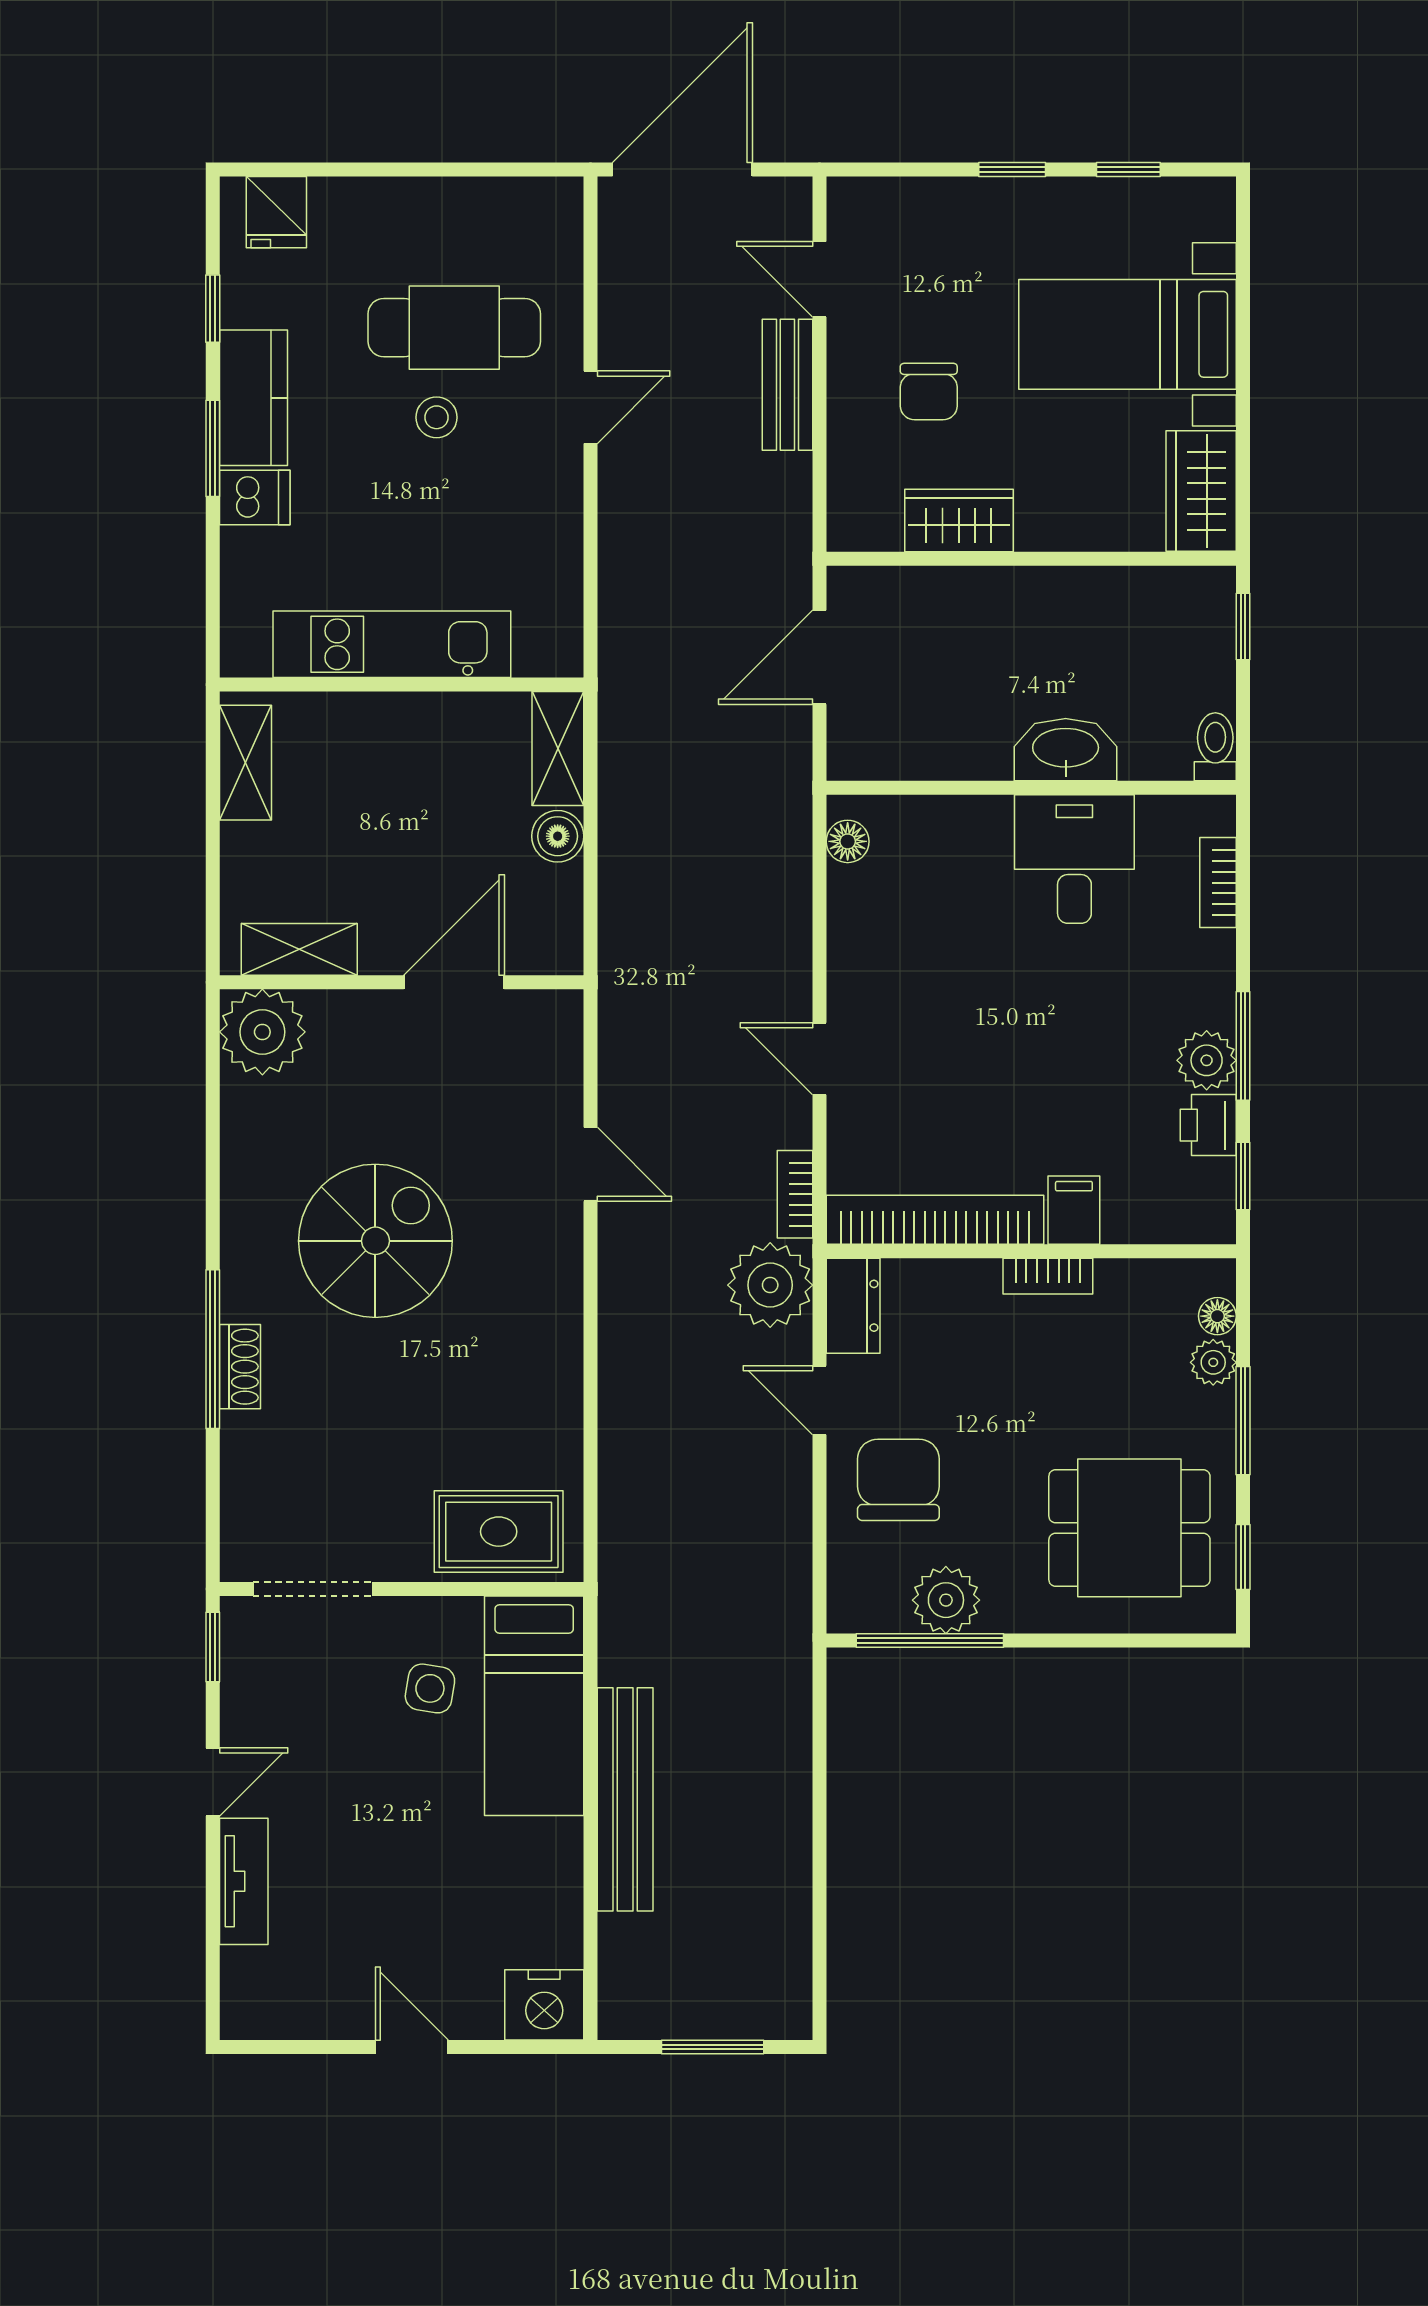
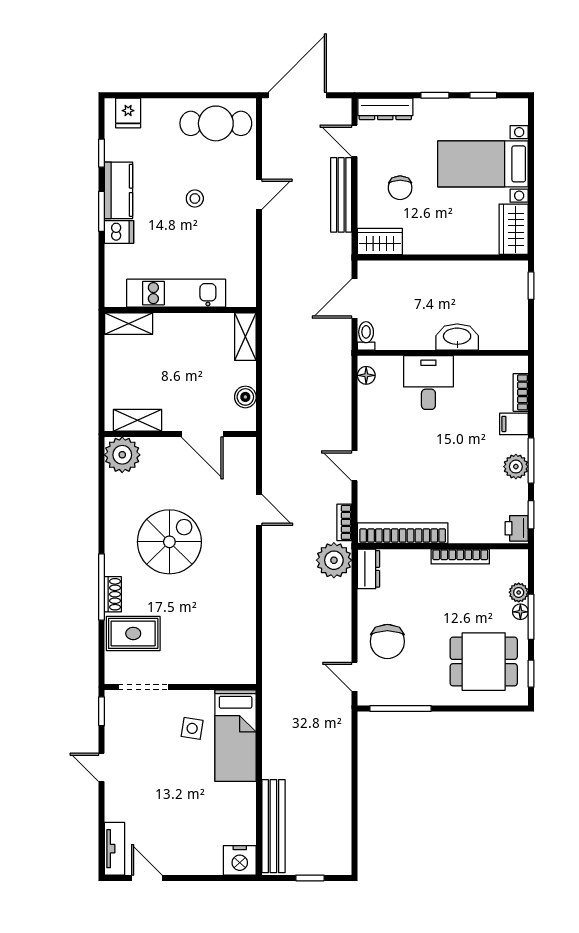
dresser: (893, 202) -> (385, 109), added
cafe table: (454, 328) -> (216, 123), moved
bench: (787, 385) -> (341, 195), width x1.36
wardrobe: (959, 520) -> (380, 241), moved
toilet: (1215, 747) -> (366, 336), moved
shelving: (245, 763) -> (129, 324), moved, turned 90
boiler: (558, 836) -> (245, 397), moved
desk: (1074, 859) -> (428, 383), moved
door: (454, 982) -> (202, 434), swing flipped
printer: (1208, 1125) -> (517, 528), moved
filing cabinet: (1074, 1210) -> (514, 424), moved, turned -90
bookcase: (1048, 1276) -> (460, 557), width x1.56
floor lamp: (1217, 1316) -> (520, 612), moved
door: (819, 1400) -> (354, 677), moved
chair: (898, 1480) -> (387, 642), turned 180
rug: (499, 1532) -> (133, 633), moved
plant: (946, 1600) -> (407, 692), removed
door: (213, 1782) -> (102, 767), swing flipped
bench: (625, 1799) -> (273, 826), moved
tv unit: (244, 1881) -> (114, 849), moved
door: (412, 2047) -> (147, 878), moved
window: (713, 2047) -> (310, 878), width x0.67

